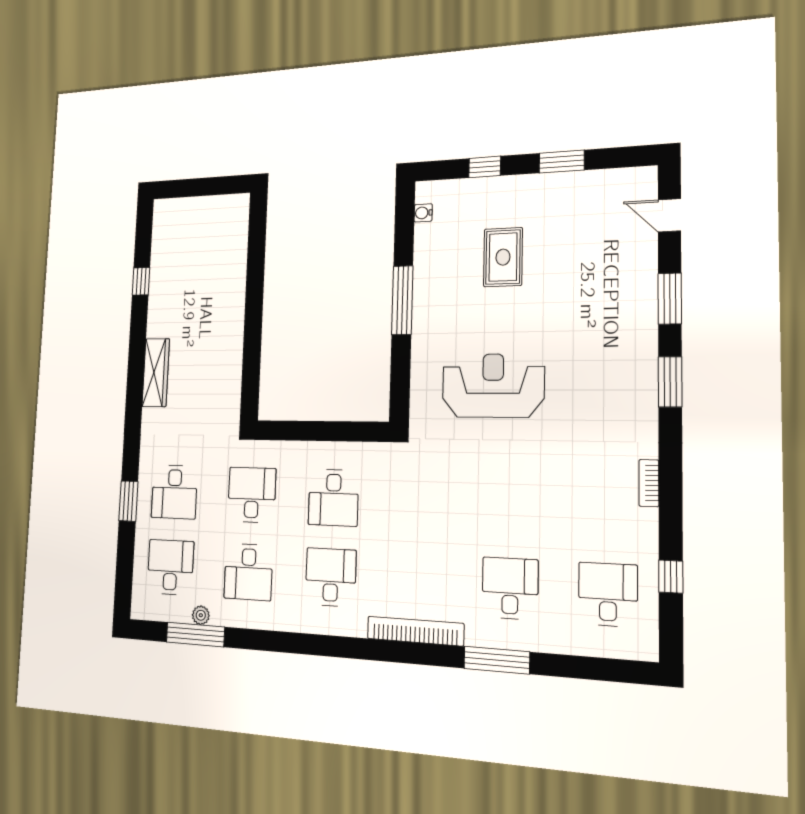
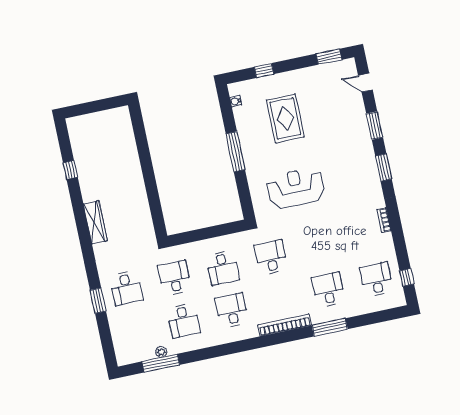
window: (562, 162) -> (329, 57), moved
rug: (503, 257) -> (285, 118), width x1.36, depth x1.43
desk: (170, 567) -> (271, 257), moved
window: (671, 577) -> (407, 277), moved

